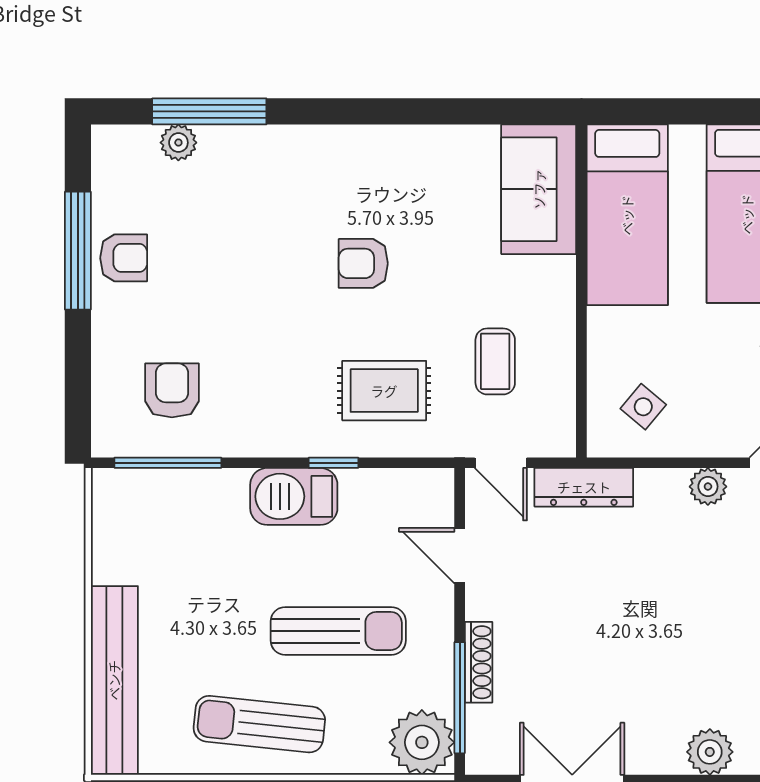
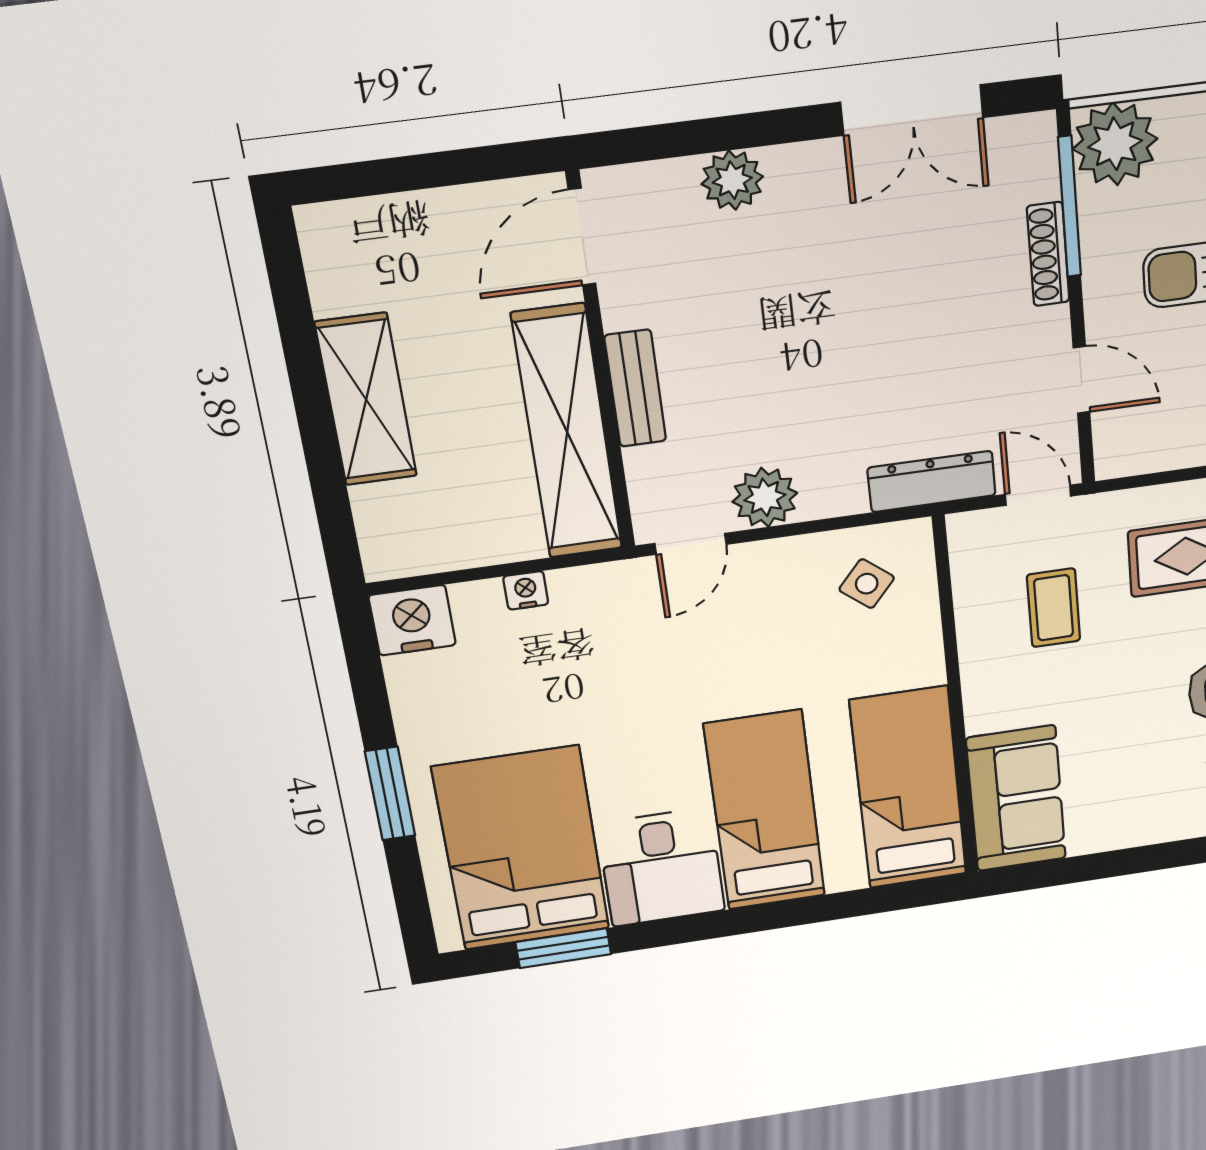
plant: (708, 487) -> (765, 497), width x1.38, depth x1.38

